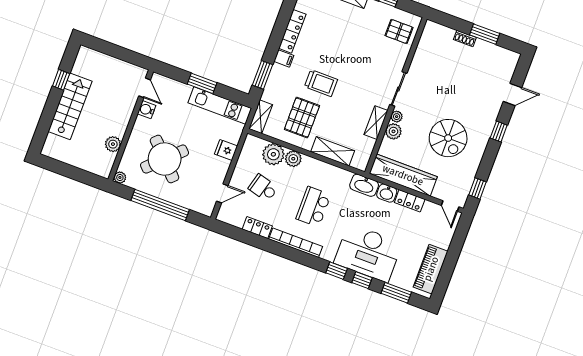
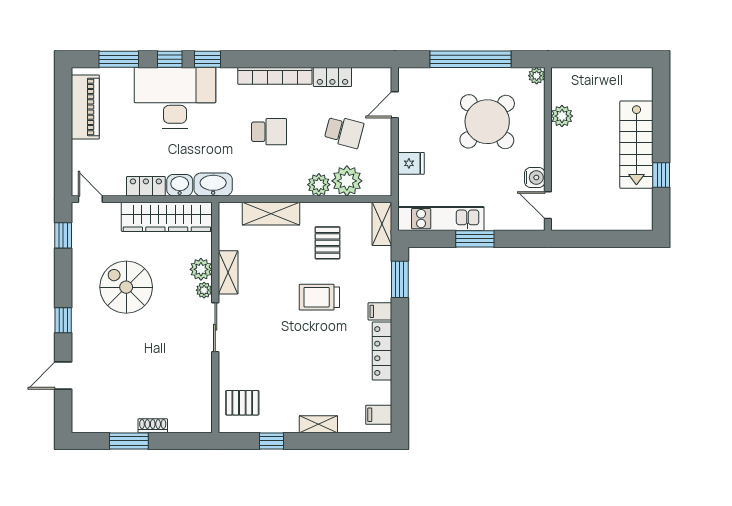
pallet: (302, 117) -> (327, 243), width x0.67, depth x0.71
school desk: (313, 207) -> (269, 132), width x0.54

